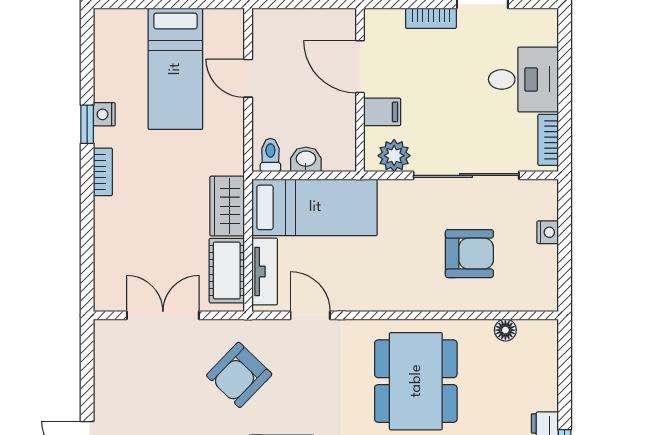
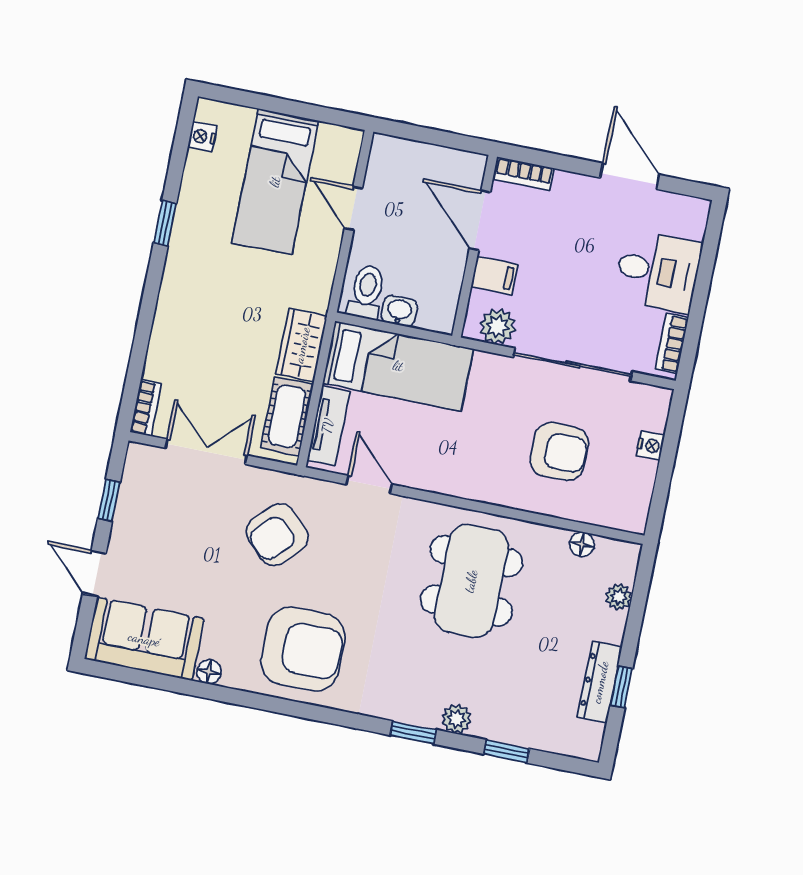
bookcase: (431, 18) -> (524, 174), moved
nightstand: (104, 114) -> (202, 137), moved
toilet: (270, 155) -> (367, 292), width x1.37, depth x1.39
bookcase: (103, 172) -> (146, 408), moved
plant: (547, 369) -> (619, 597), added
window: (87, 375) -> (109, 500), added

